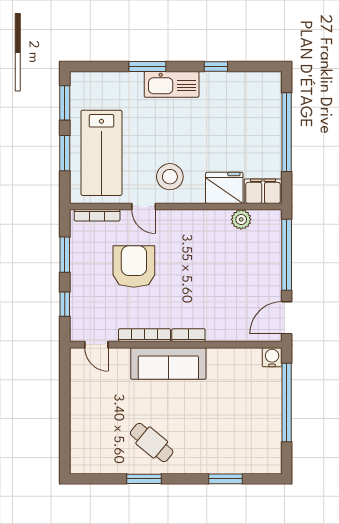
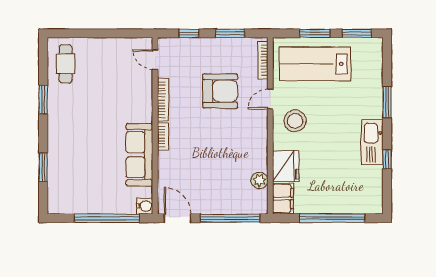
kitchen sink: (172, 84) -> (372, 142), moved
door: (96, 345) -> (155, 60), hinge flipped
sofa: (168, 364) -> (139, 155), moved
cafe table: (152, 443) -> (66, 64), moved, turned -40

